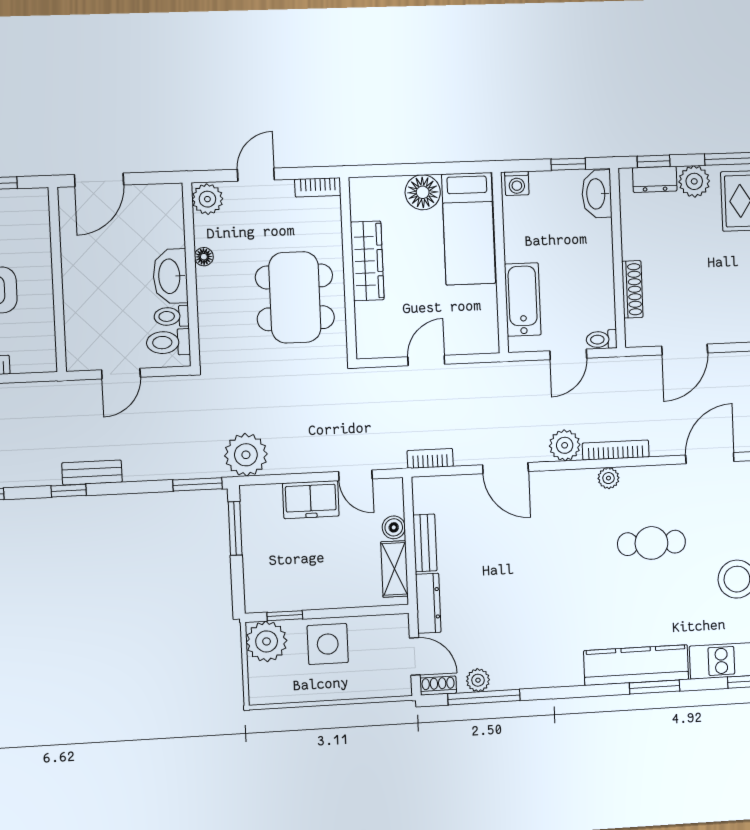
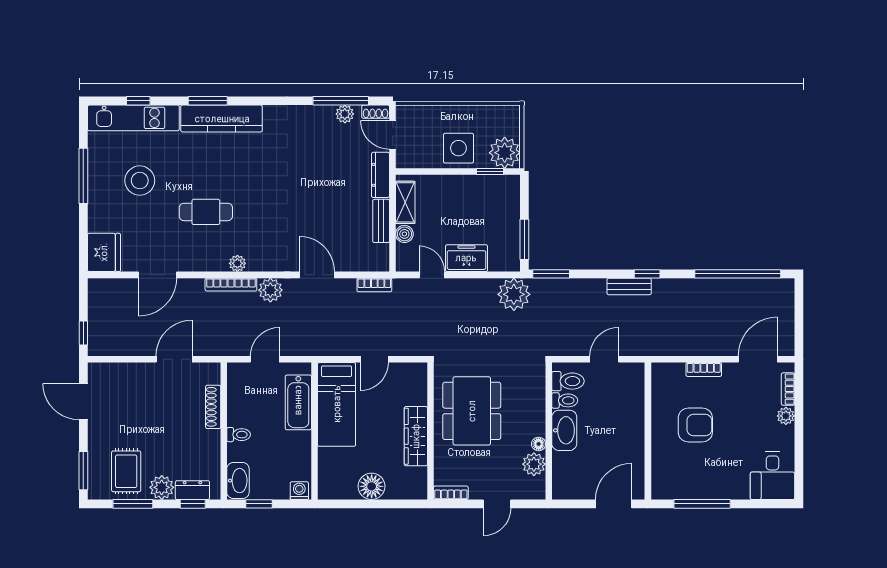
plant: (207, 199) -> (534, 464), moved
bed: (469, 229) -> (337, 404), moved, turned 180
toilet: (602, 339) -> (239, 435), moved

